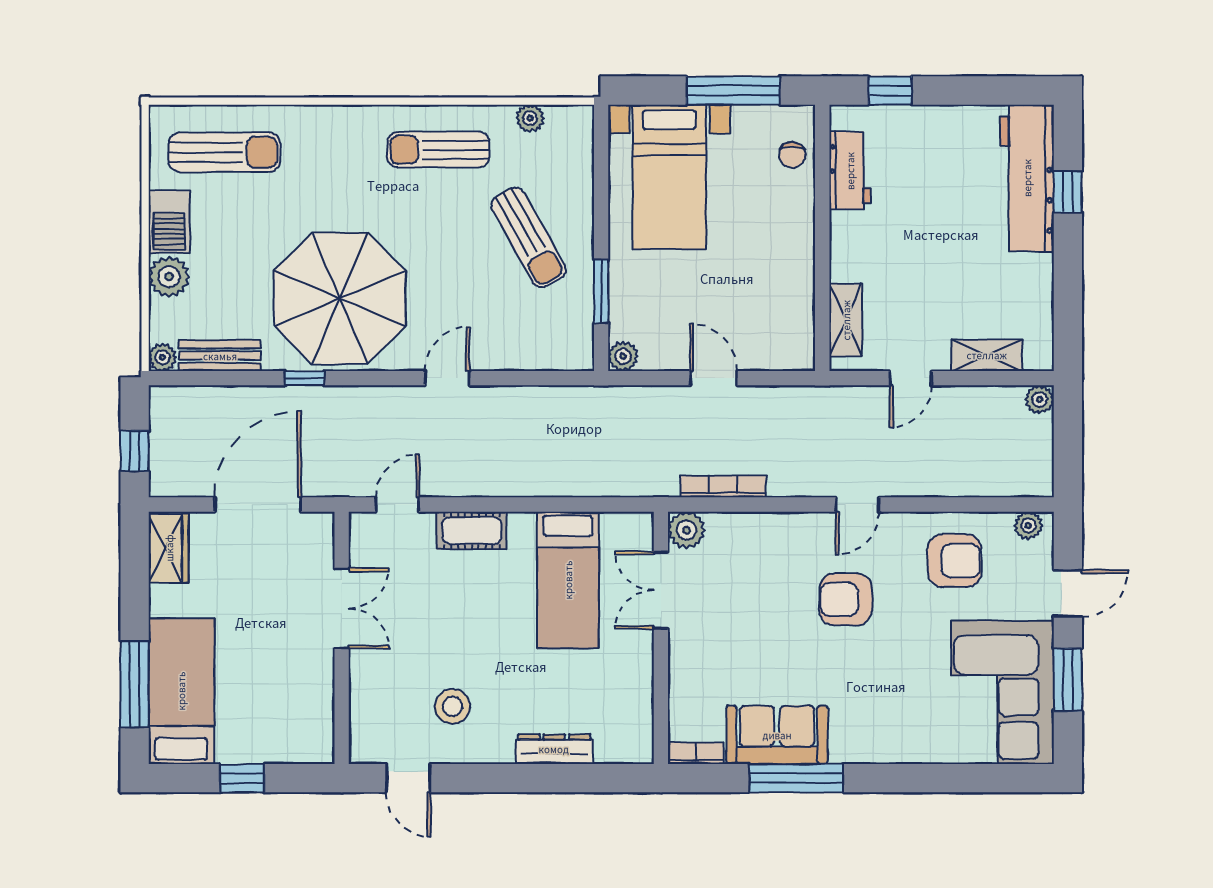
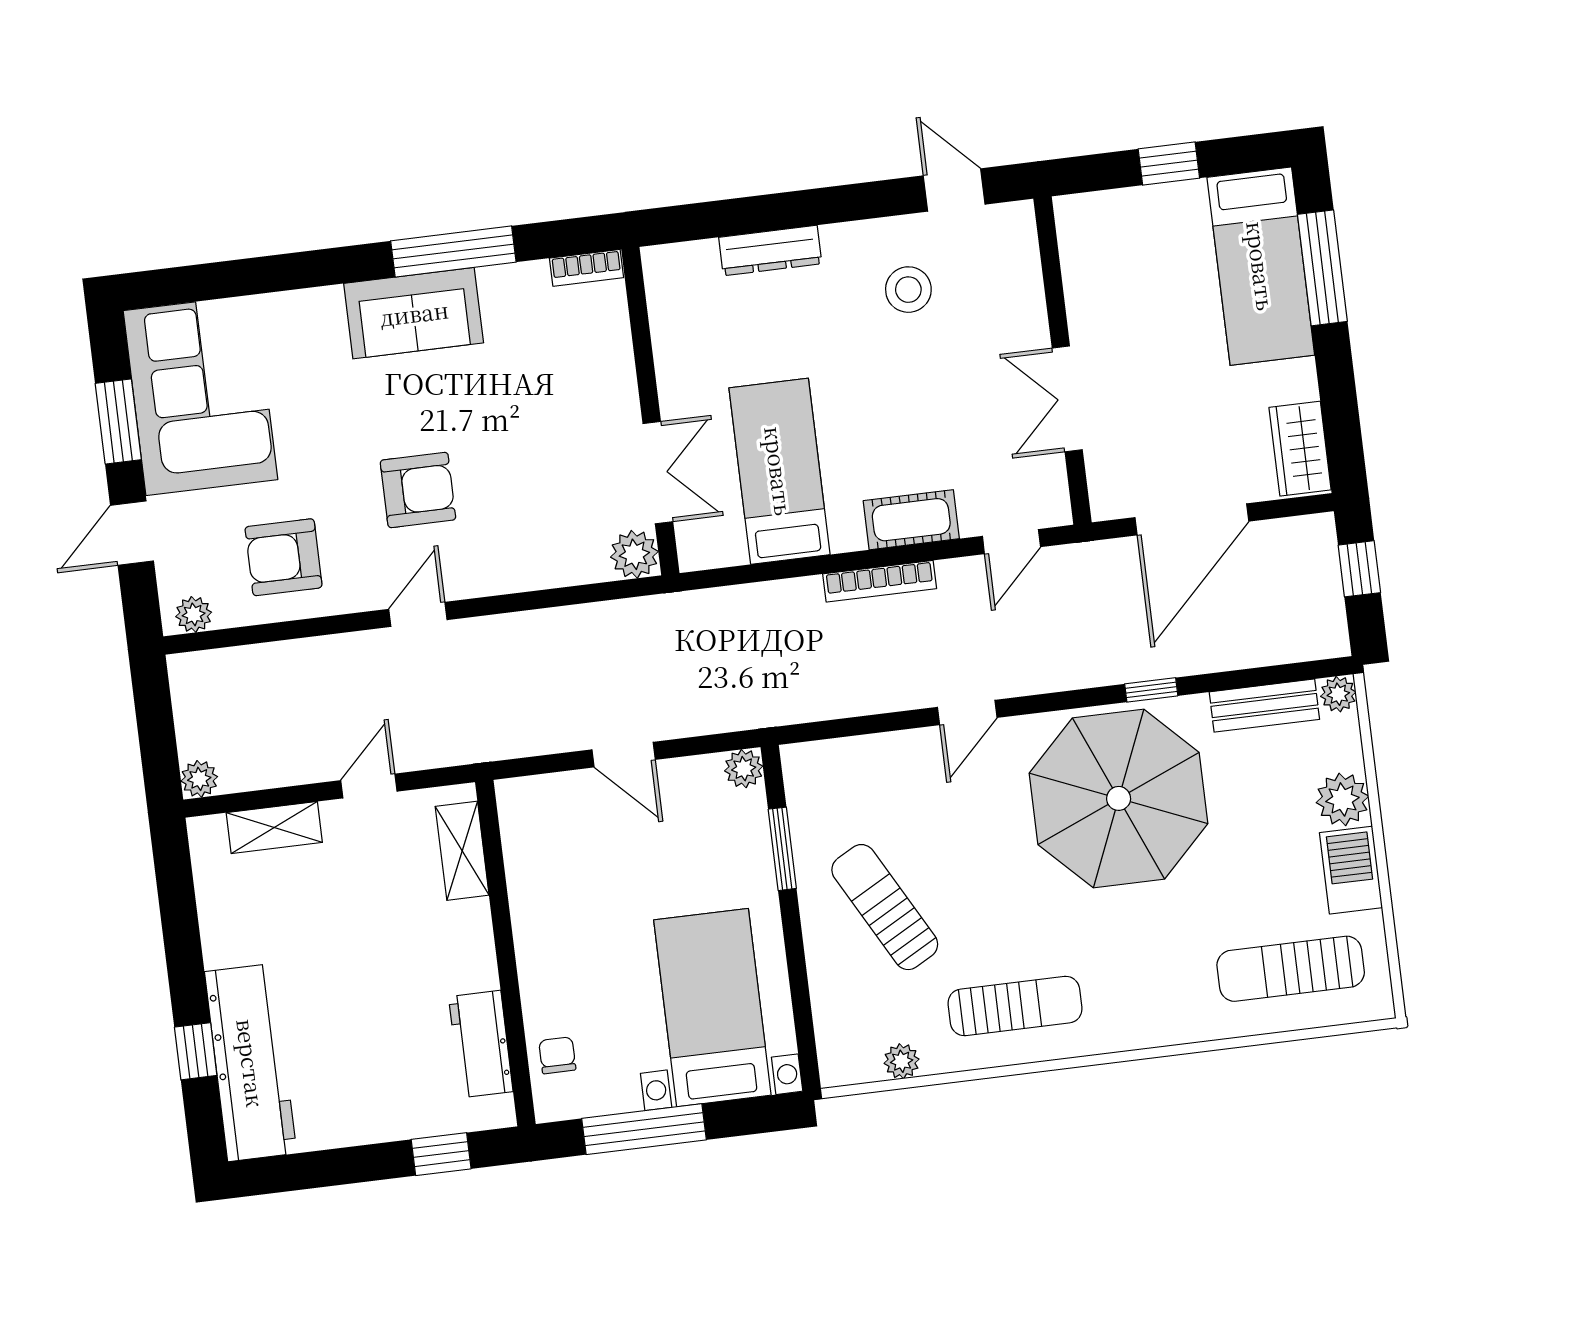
bookcase: (723, 487) -> (880, 581), moved
sofa: (777, 735) -> (414, 313), moved

